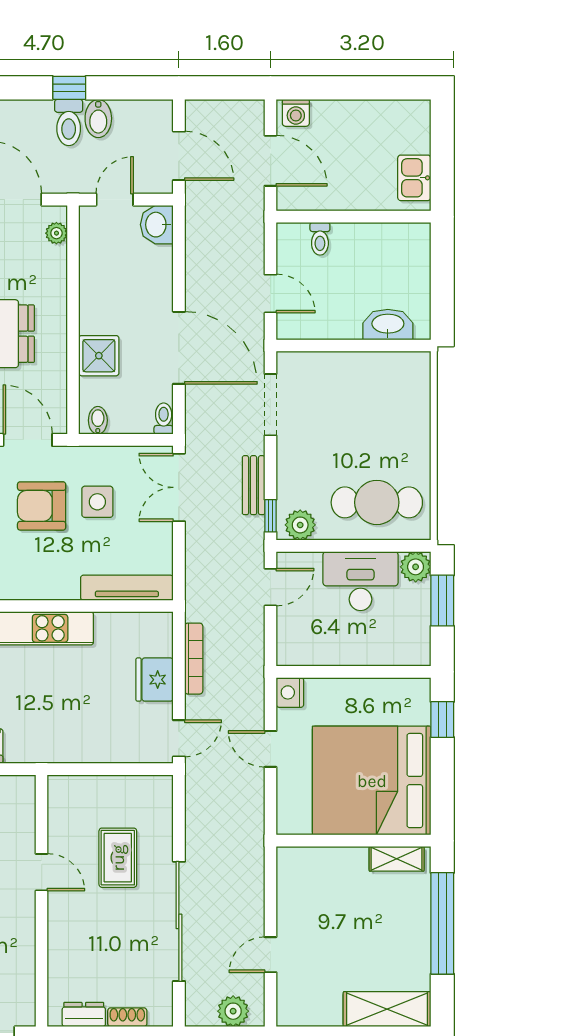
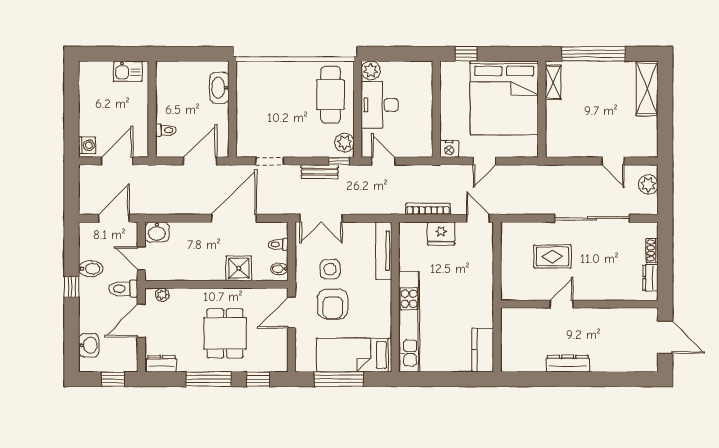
toilet: (69, 123) -> (123, 289), moved, turned 180
door: (271, 294) -> (200, 161), width x1.38
doorway: (271, 405) -> (269, 161), width x0.73
toilet: (164, 419) -> (278, 244), moved
window: (442, 601) -> (392, 54), removed

